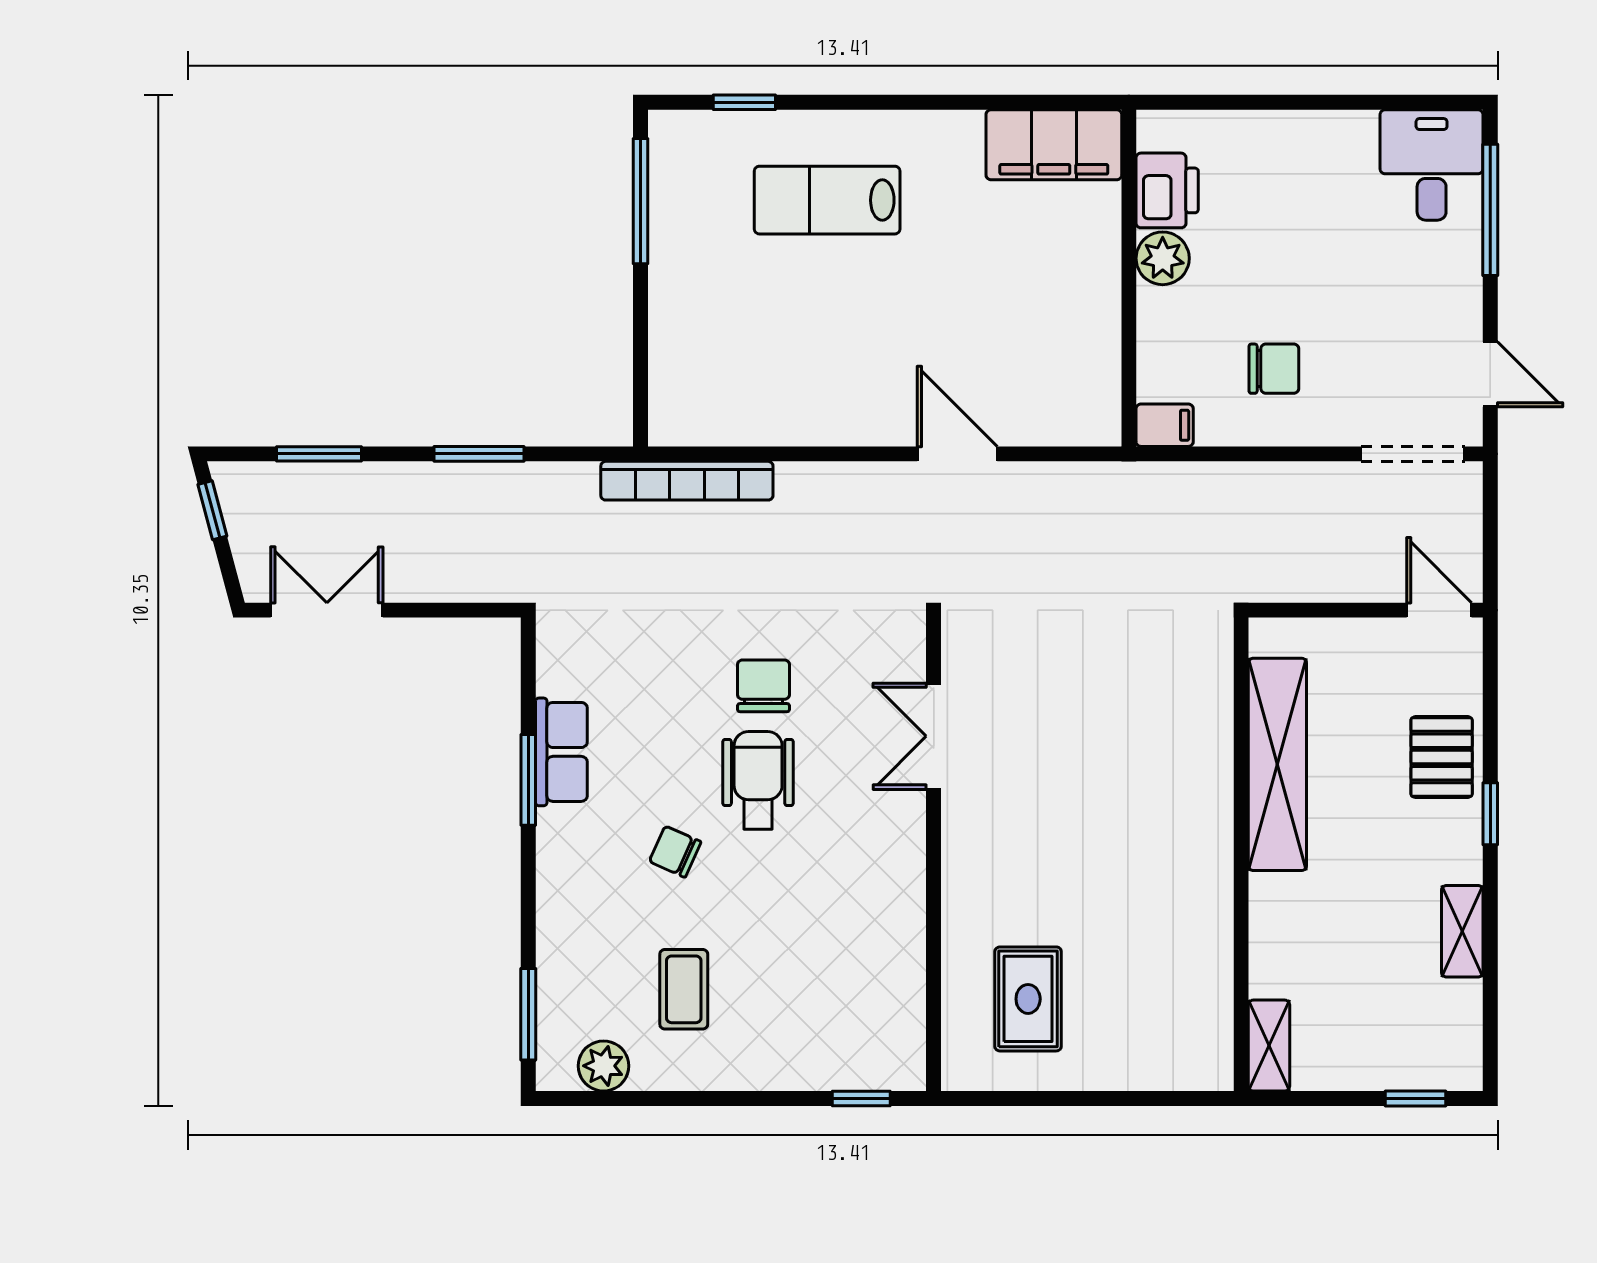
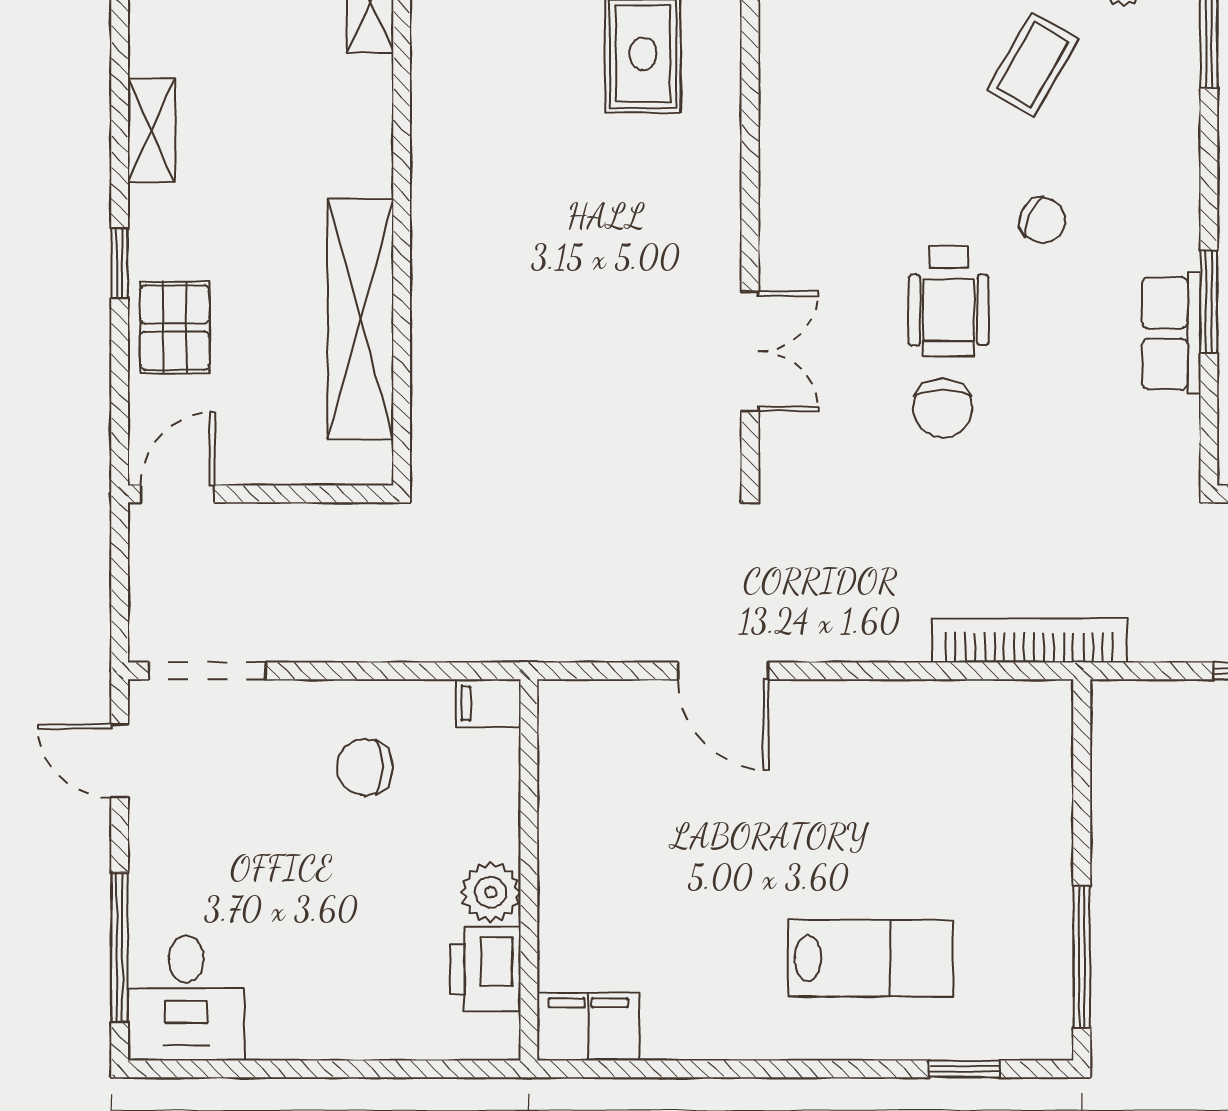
filing cabinet: (1054, 145) -> (588, 1027), width x0.67, depth x0.86
door: (1439, 610) -> (178, 494), swing flipped
coffee table: (684, 989) -> (1033, 65), turned 30

